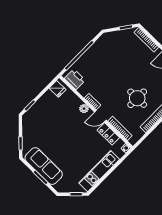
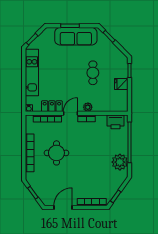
plant: (99, 48) -> (120, 162), added
fridge: (57, 89) -> (121, 84), moved
cafe table: (57, 129) -> (93, 73), added

